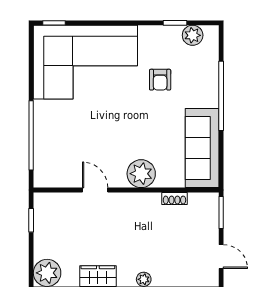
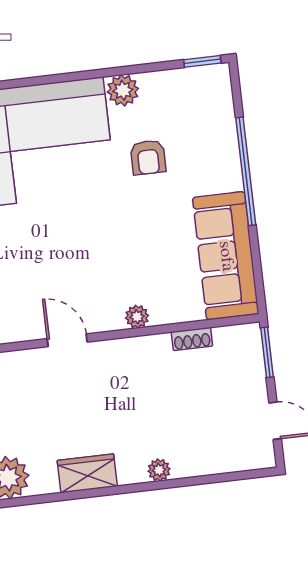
window: (175, 23) -> (202, 61), moved
plant: (193, 35) -> (123, 90), moved
plant: (141, 174) -> (137, 317), width x0.53, depth x0.53

